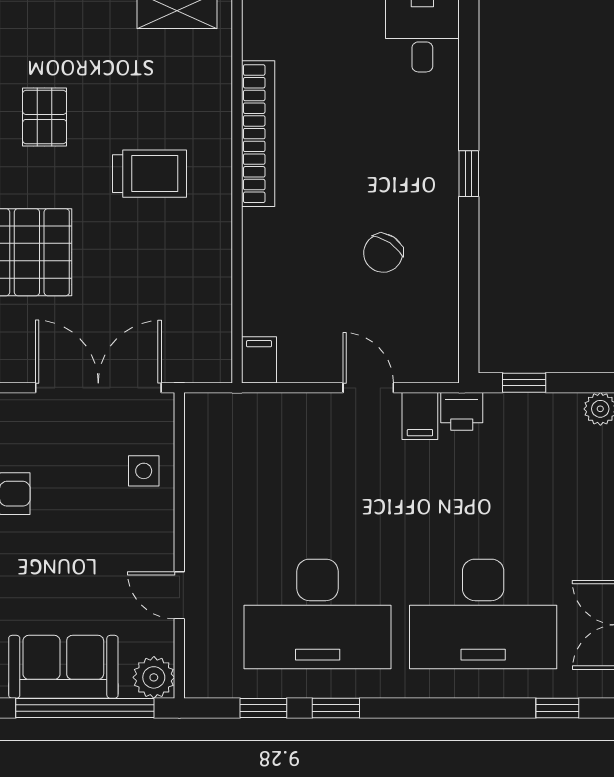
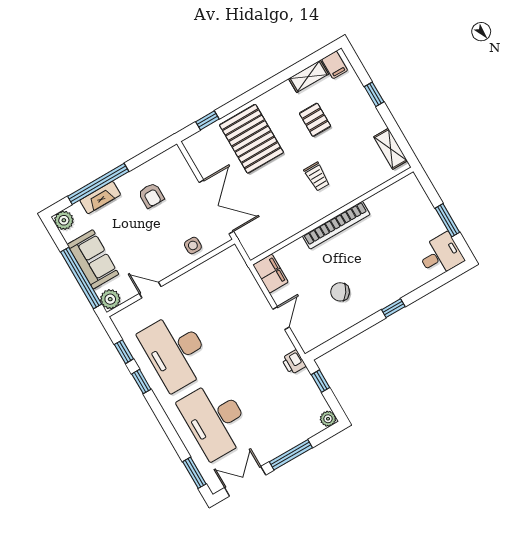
pallet: (45, 117) -> (315, 120), turned 90
bookcase: (258, 134) -> (336, 225), moved
trolley: (150, 174) -> (317, 177), width x0.73, depth x0.72
filing cabinet: (259, 360) -> (270, 274), width x2.00
filing cabinet: (420, 416) -> (282, 346), removed
door: (179, 595) -> (150, 290), hinge flipped
window: (557, 708) -> (194, 473), width x1.50

